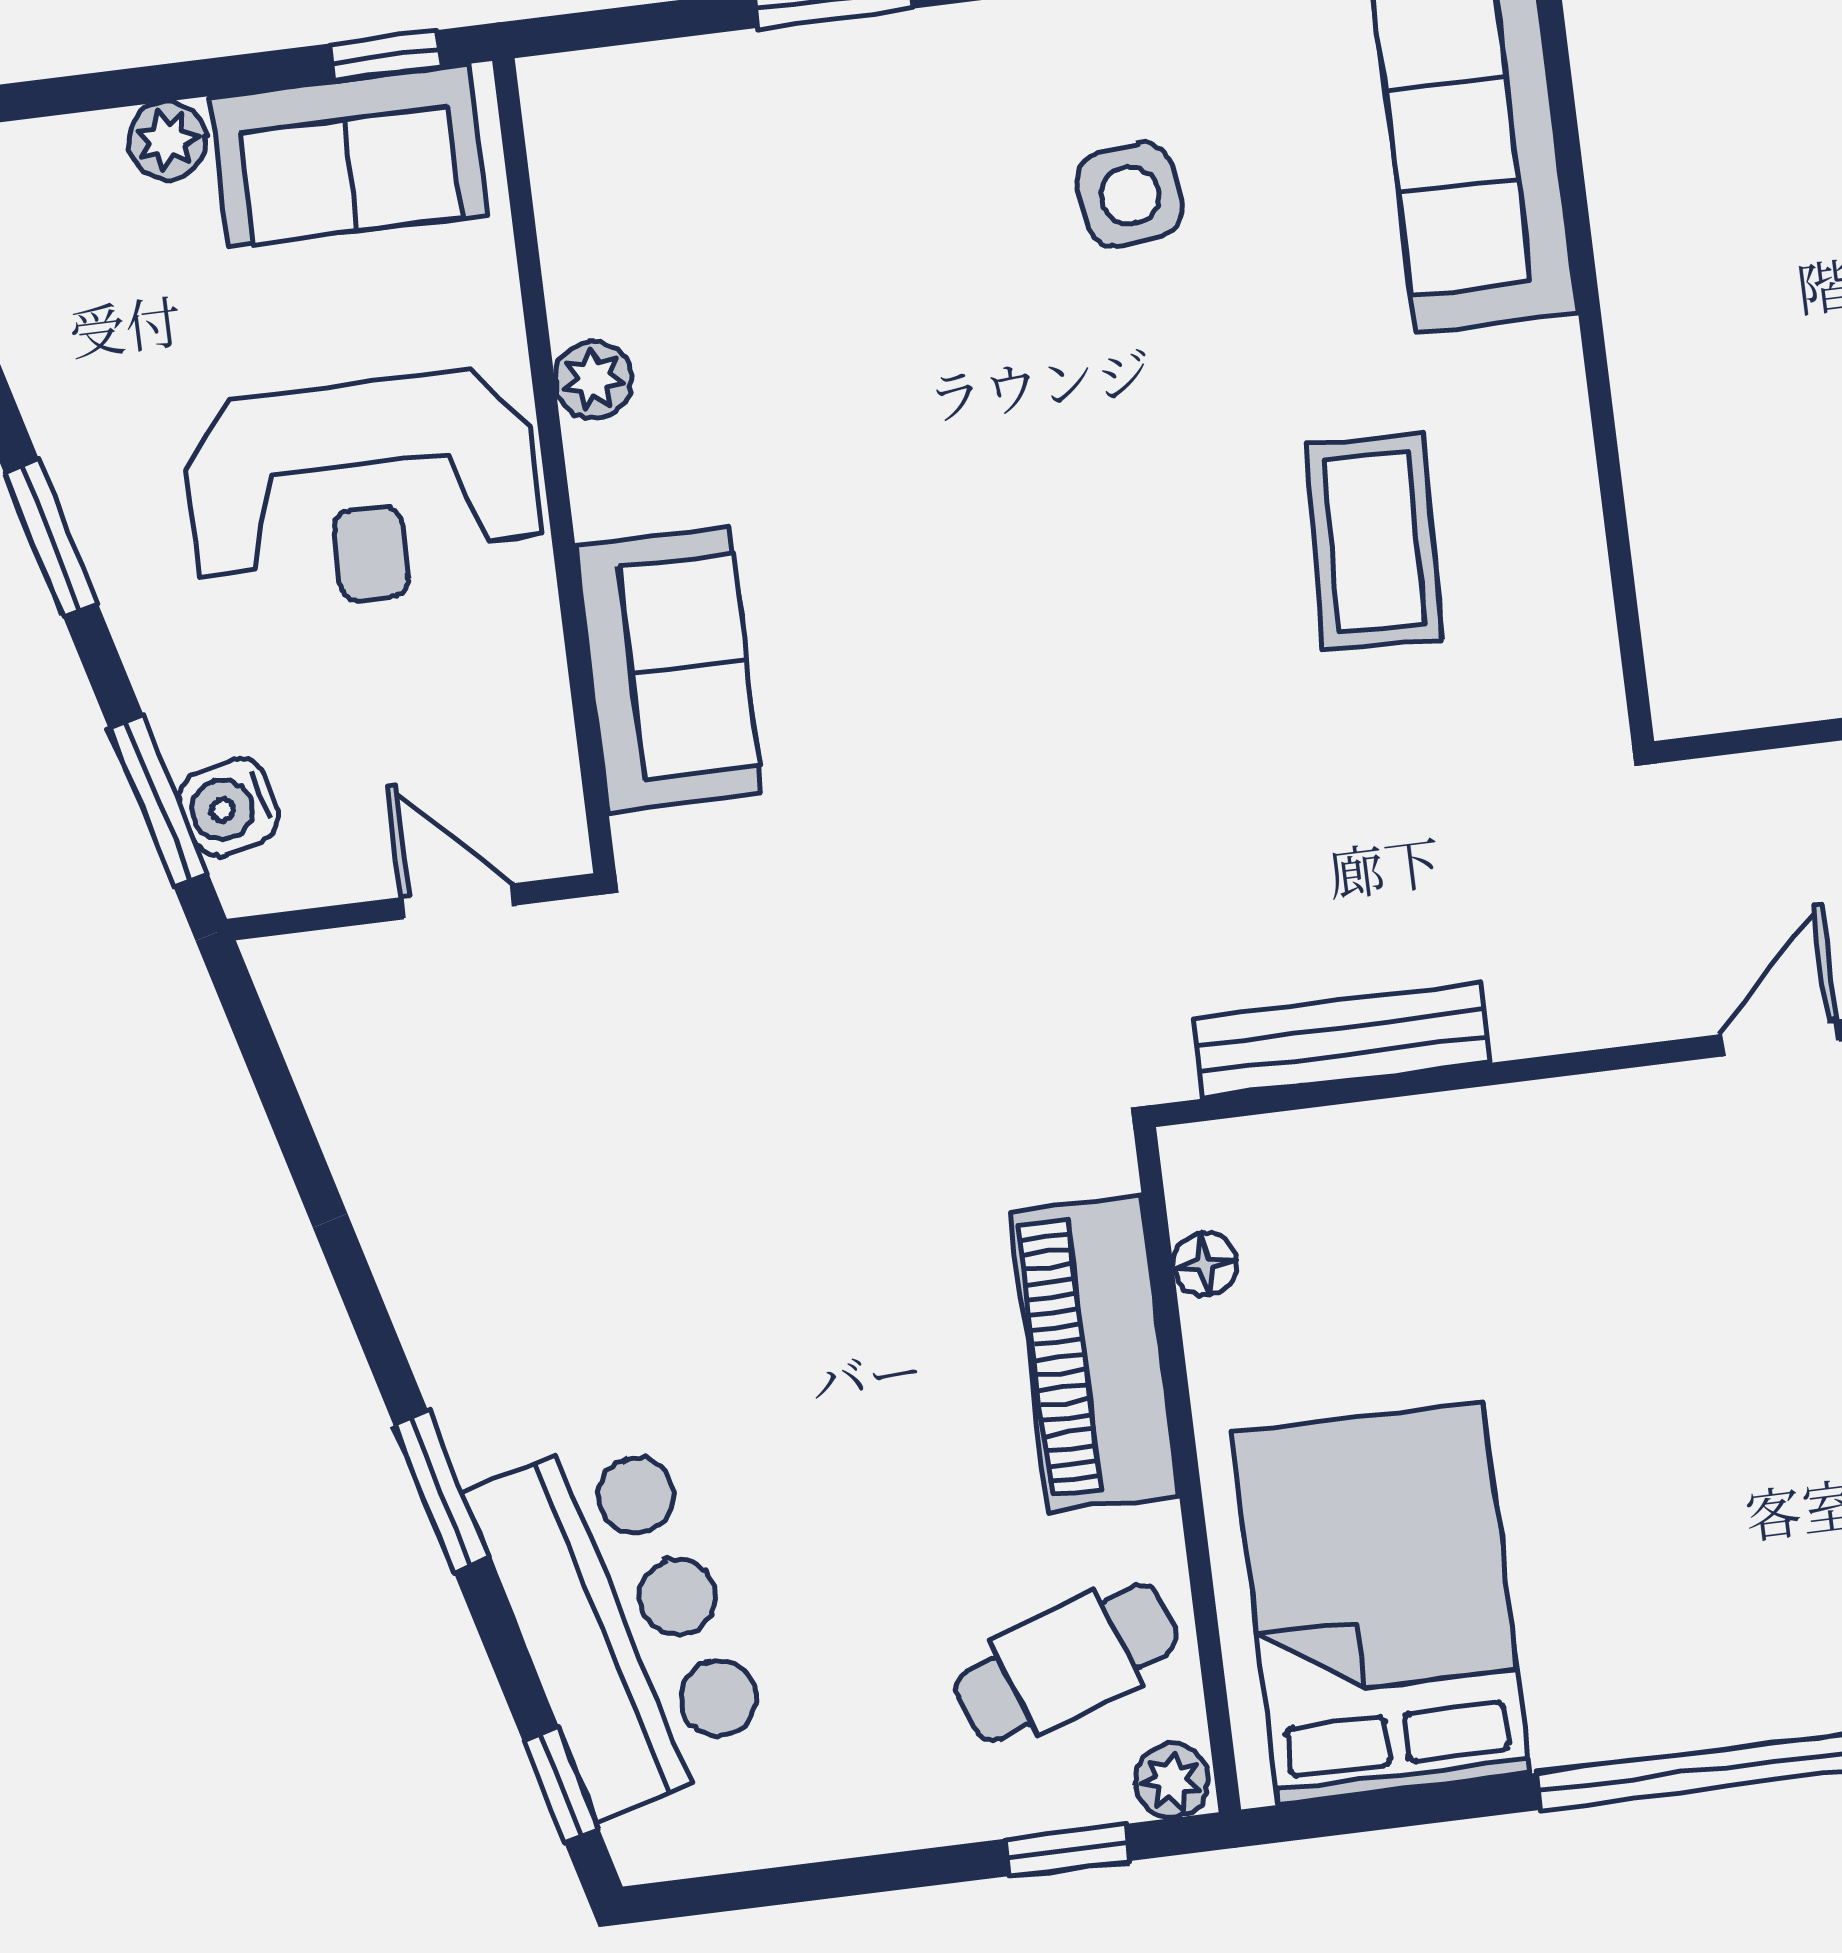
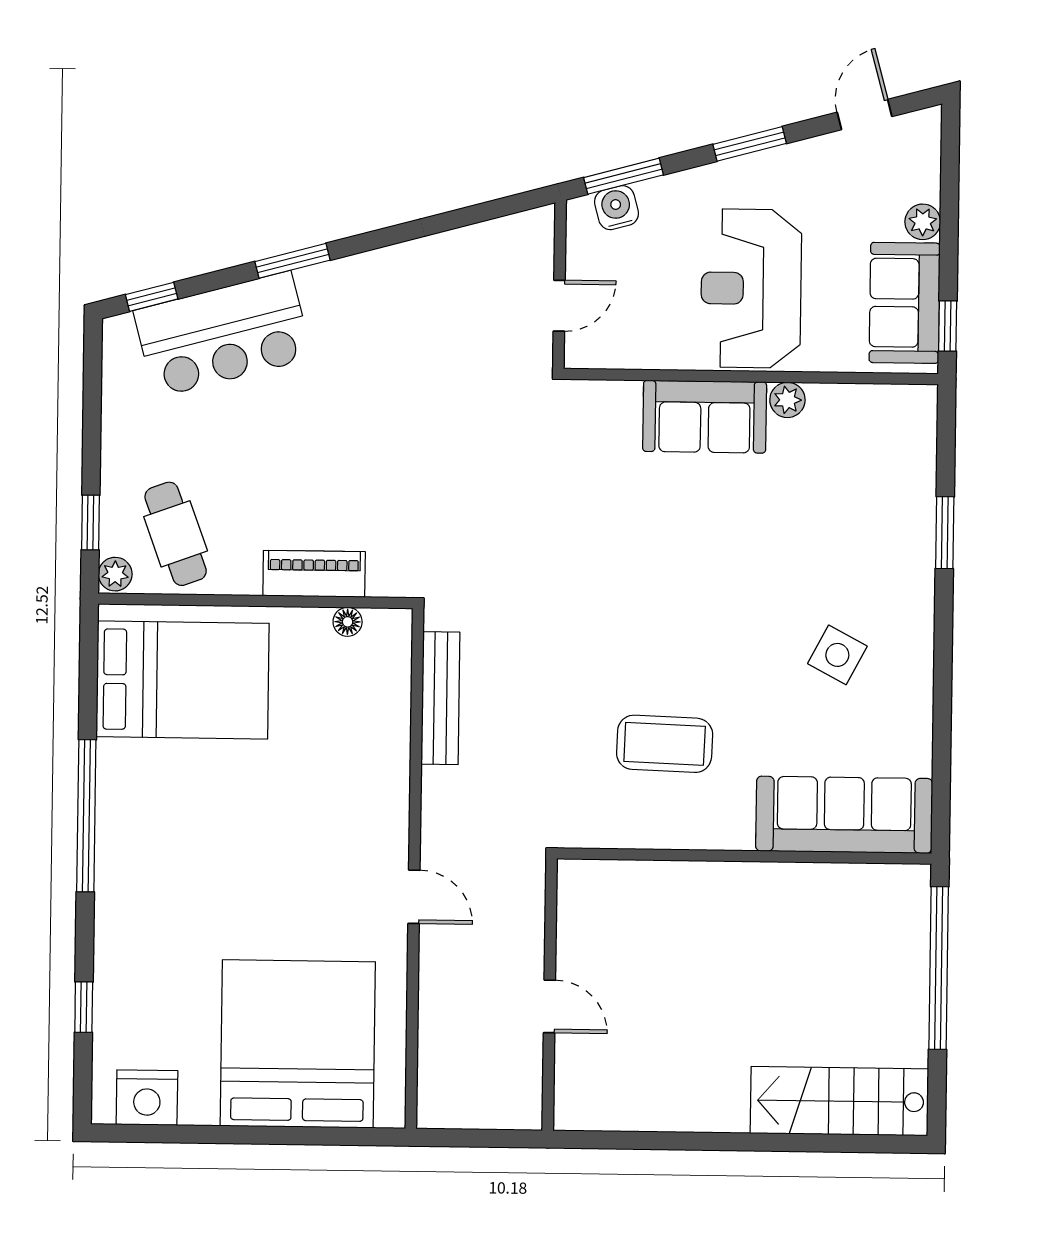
side table: (1130, 195) -> (837, 655), turned 36
sofa: (669, 669) -> (705, 417), moved
piano: (1095, 1353) -> (314, 574), width x0.73, depth x0.75

